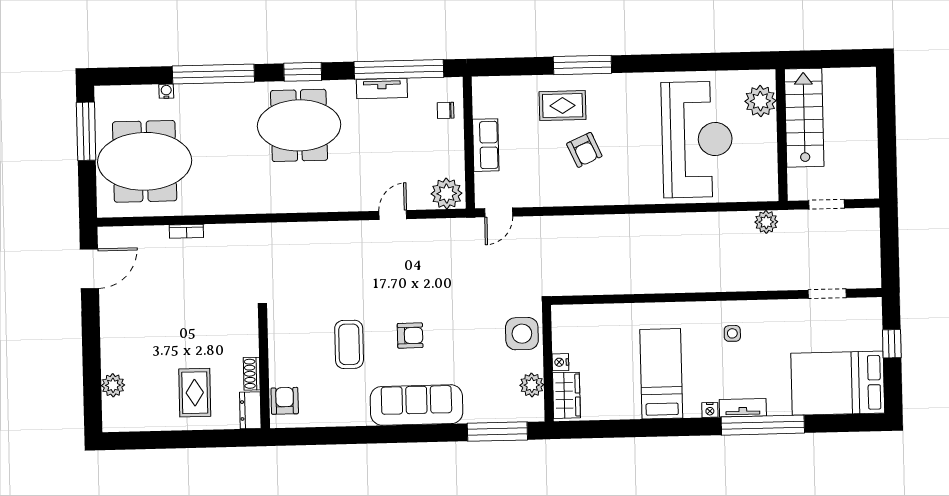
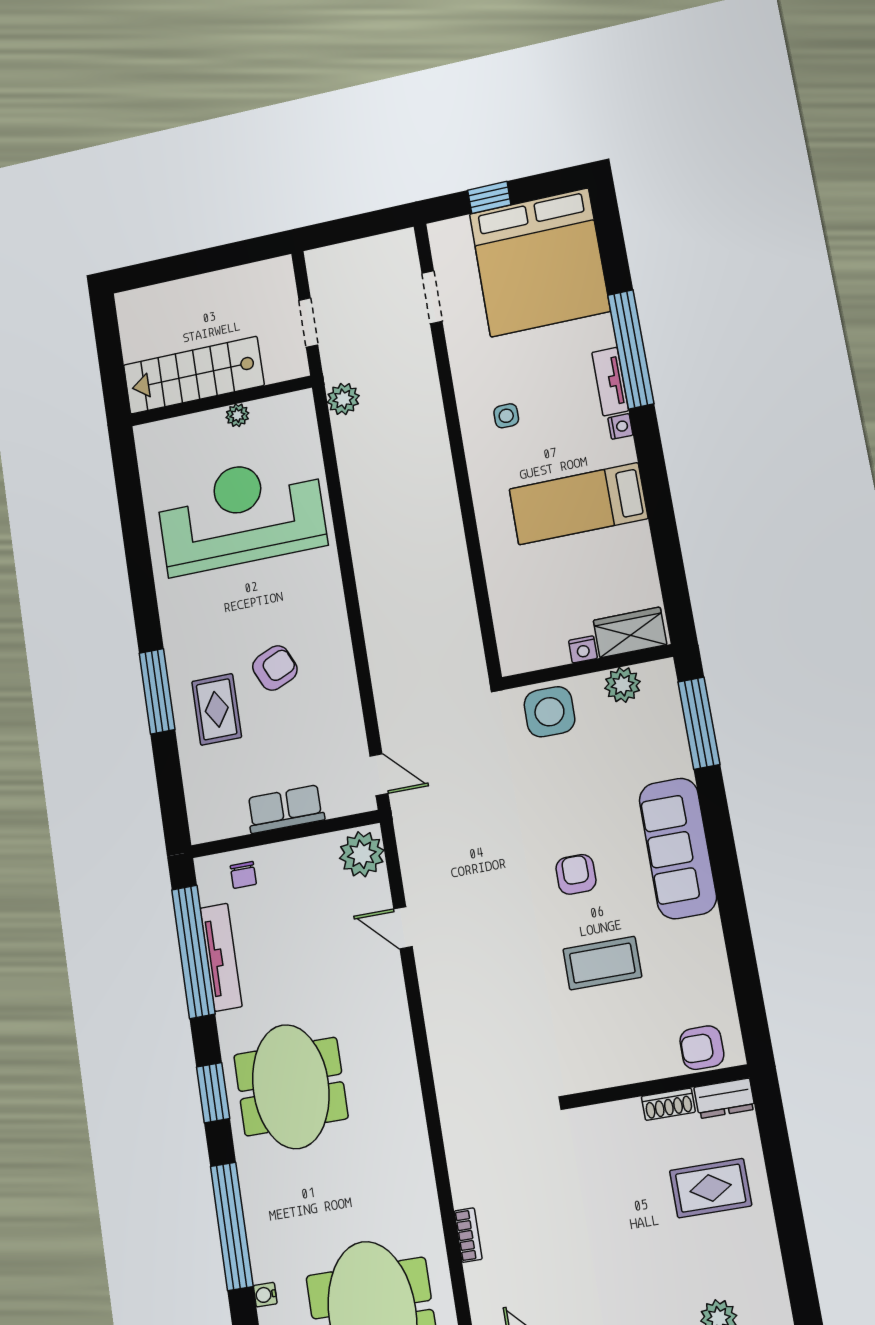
tv unit: (382, 88) -> (221, 957), width x1.41
plant: (760, 101) -> (237, 415), moved, width x0.53, depth x0.53
bed: (838, 383) -> (540, 262), width x1.36

